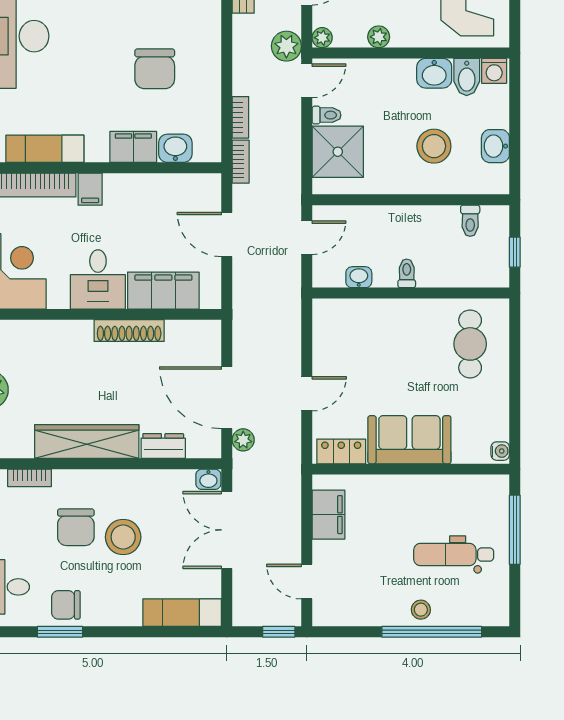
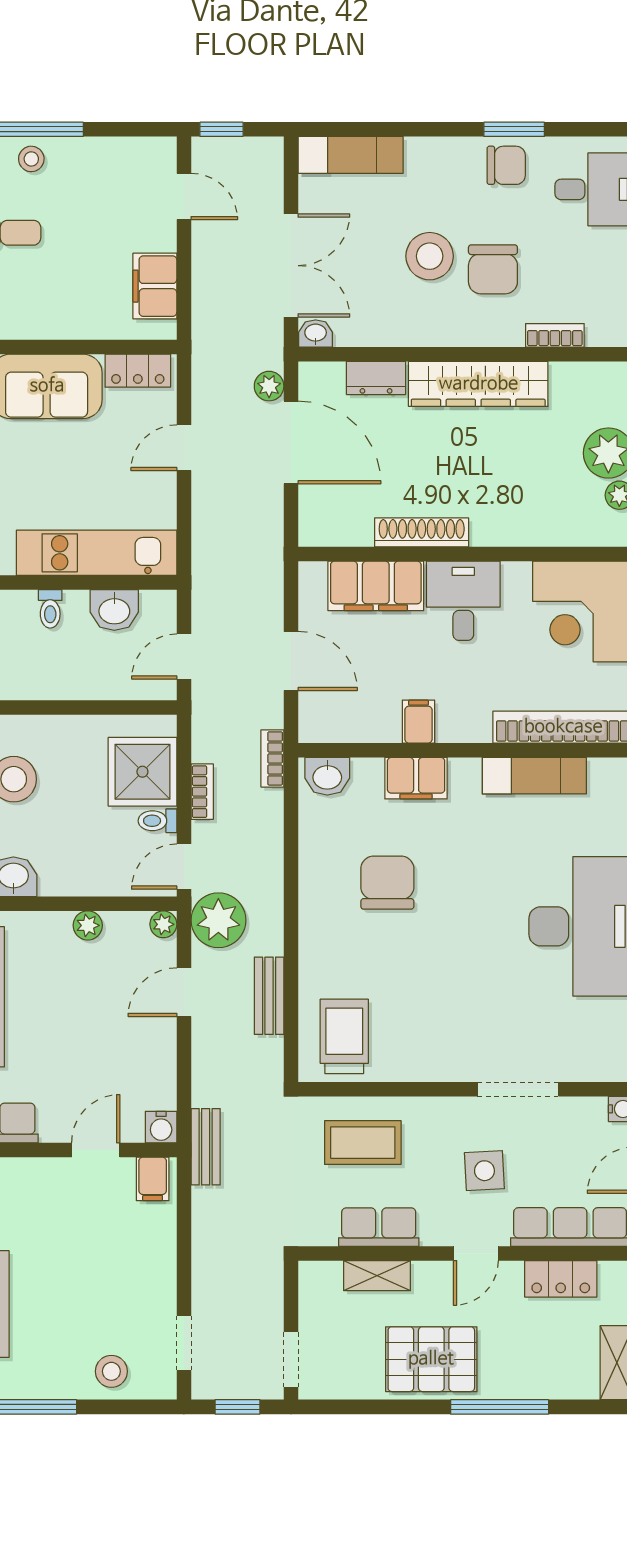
plant: (286, 46) -> (218, 920), width x1.36, depth x1.36
bookcase: (240, 117) -> (202, 792), moved, turned 180
washbasin: (175, 148) -> (327, 776), moved
filing cabinet: (90, 189) -> (418, 722), moved
washbasin: (359, 277) -> (114, 610), width x1.38, depth x1.45
kitchen unit: (372, 315) -> (97, 553), added
chair: (76, 527) -> (493, 269), turned 180

